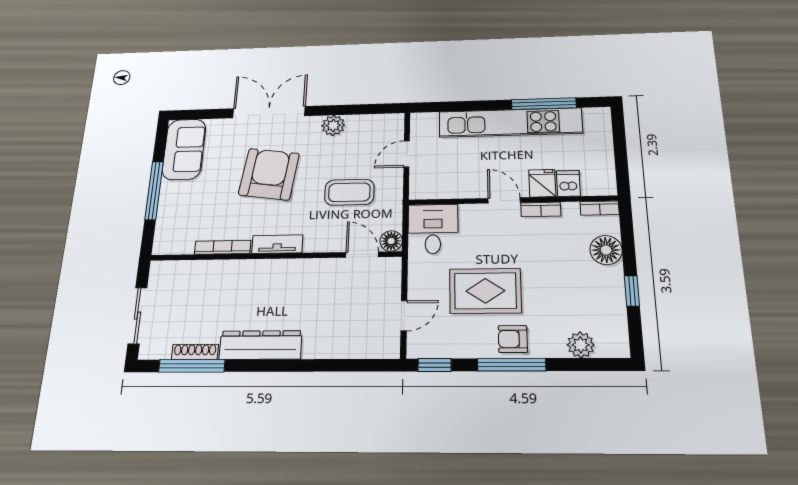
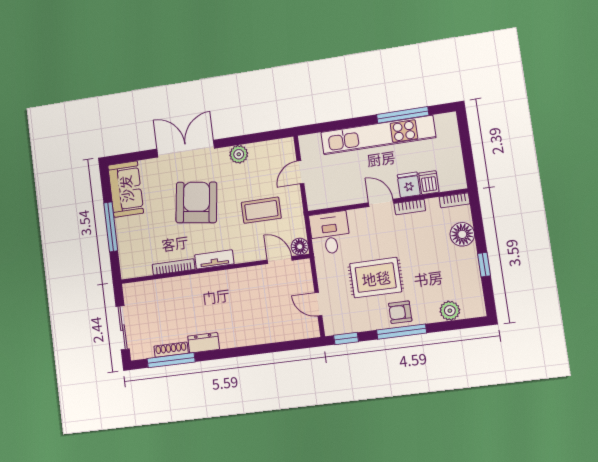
door: (404, 316) -> (318, 304), swing flipped
dresser: (261, 345) -> (204, 343), width x0.51, depth x0.80

